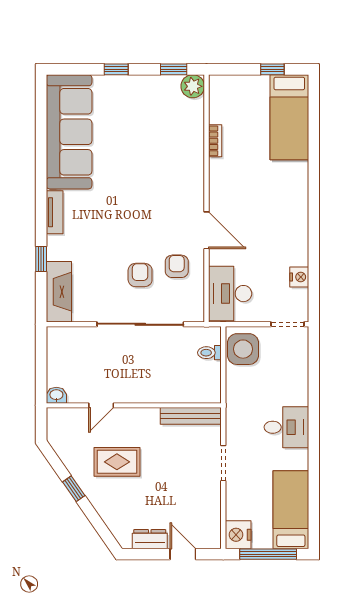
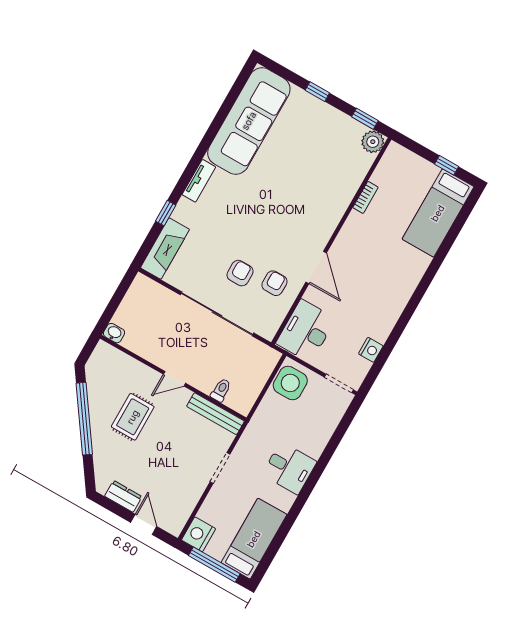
toilet: (209, 353) -> (221, 390), moved, turned 90
door: (101, 405) -> (174, 379), moved
rug: (117, 462) -> (133, 417), turned 90
window: (74, 489) -> (84, 419), width x3.17

